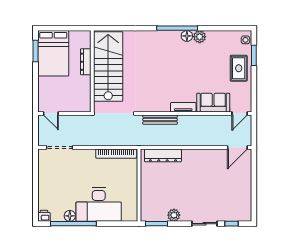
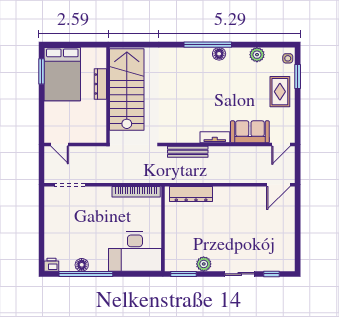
plant: (200, 37) -> (257, 55), moved
desk: (99, 205) -> (135, 252), moved

